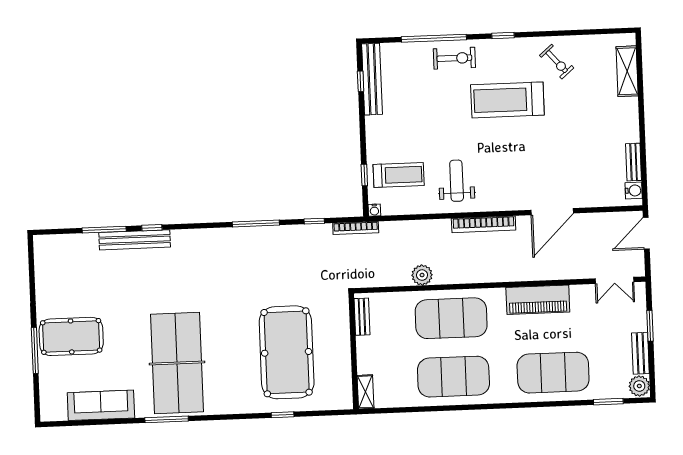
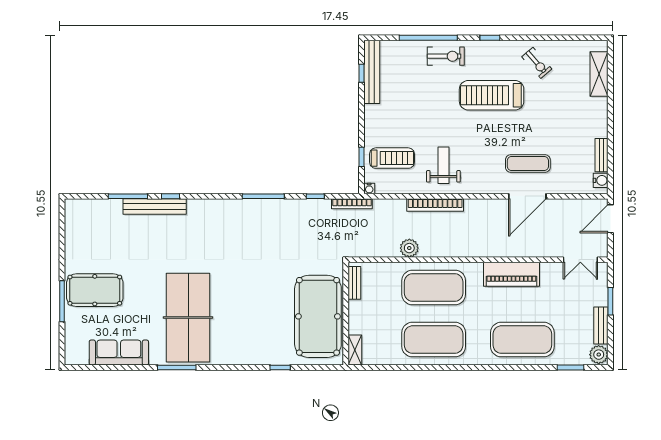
exercise mat: (551, 175) -> (528, 164), added
bookcase: (484, 224) -> (435, 205), moved
pool table: (287, 352) -> (318, 316), moved

